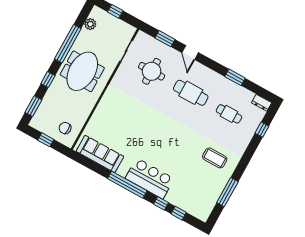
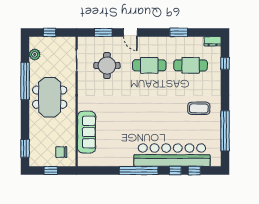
window: (48, 80) -> (25, 120), removed
cafe table: (229, 114) -> (191, 65), width x1.37, depth x1.35
sofa: (100, 154) -> (87, 132), moved, turned 90
bar counter: (150, 178) -> (172, 155), width x1.86
window: (227, 192) -> (225, 131), width x1.46

